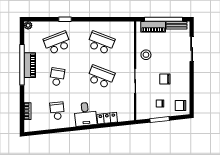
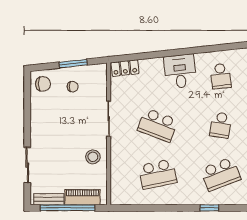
school desk: (101, 43) -> (158, 174), turned -33
chair: (165, 79) -> (66, 122), removed
locker: (107, 118) -> (125, 68), moved

